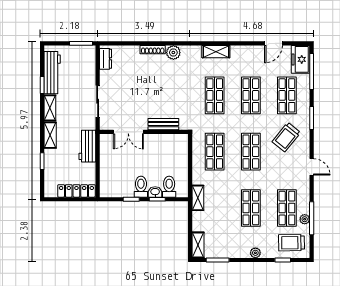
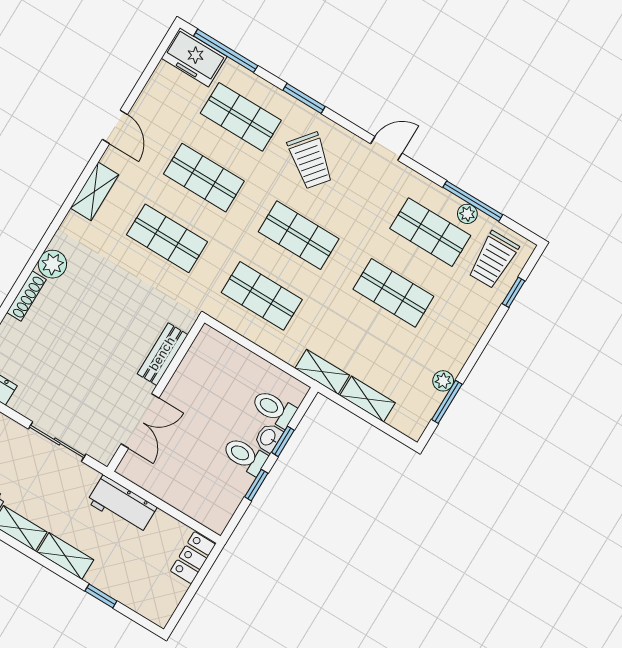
door: (273, 43) -> (115, 127), moved
locker: (76, 191) -> (193, 558), width x0.66
shelving: (198, 245) -> (368, 399), moved
plant: (255, 253) -> (443, 381), moved

